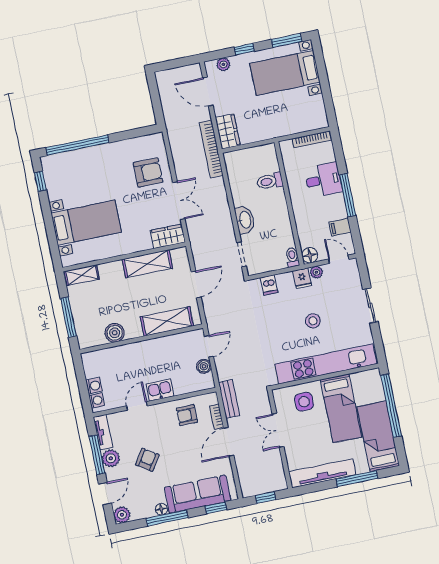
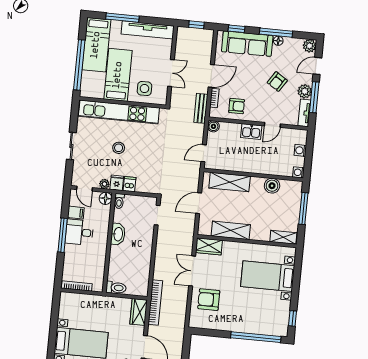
desk: (323, 180) -> (79, 232), moved
toilet: (270, 181) -> (116, 288), moved
washbasin: (245, 220) -> (118, 234), moved, turned 180
dishwasher: (269, 285) -> (129, 184), moved
boiler: (204, 366) -> (213, 126), moved
washing machine: (97, 400) -> (298, 172), moved

